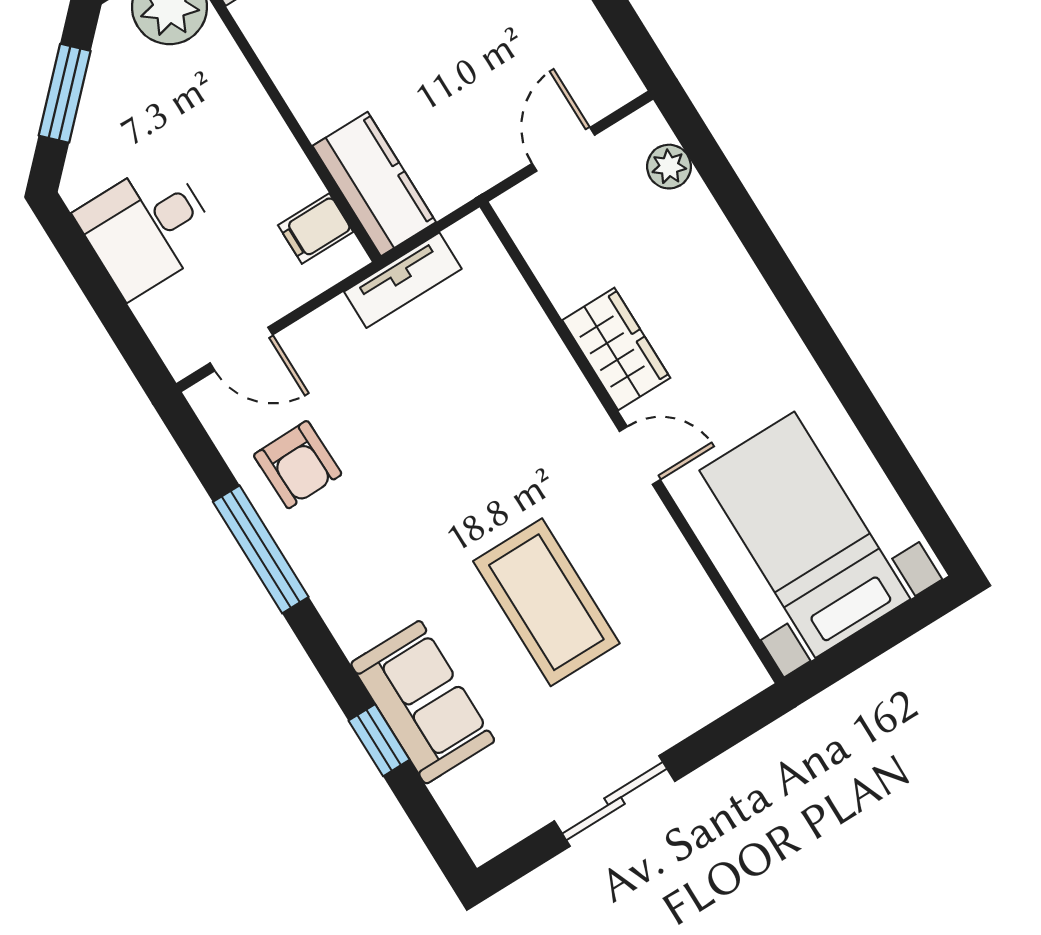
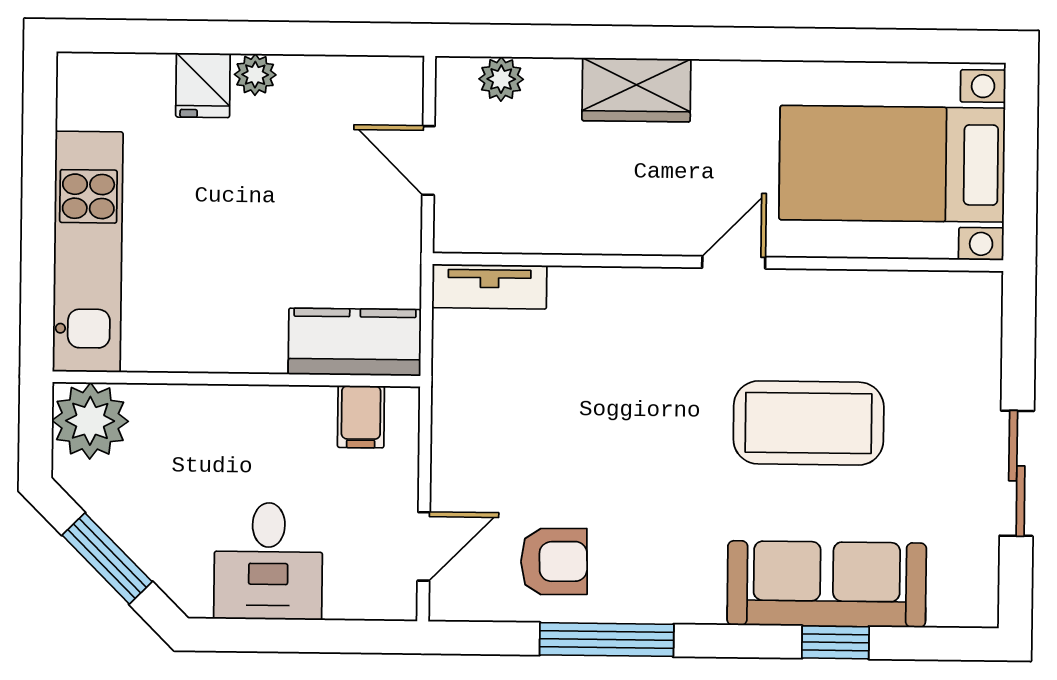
tv unit: (403, 280) -> (489, 287), moved, turned 90
wardrobe: (616, 349) -> (636, 90), moved, turned 180
sofa: (423, 702) -> (827, 584), width x1.36

